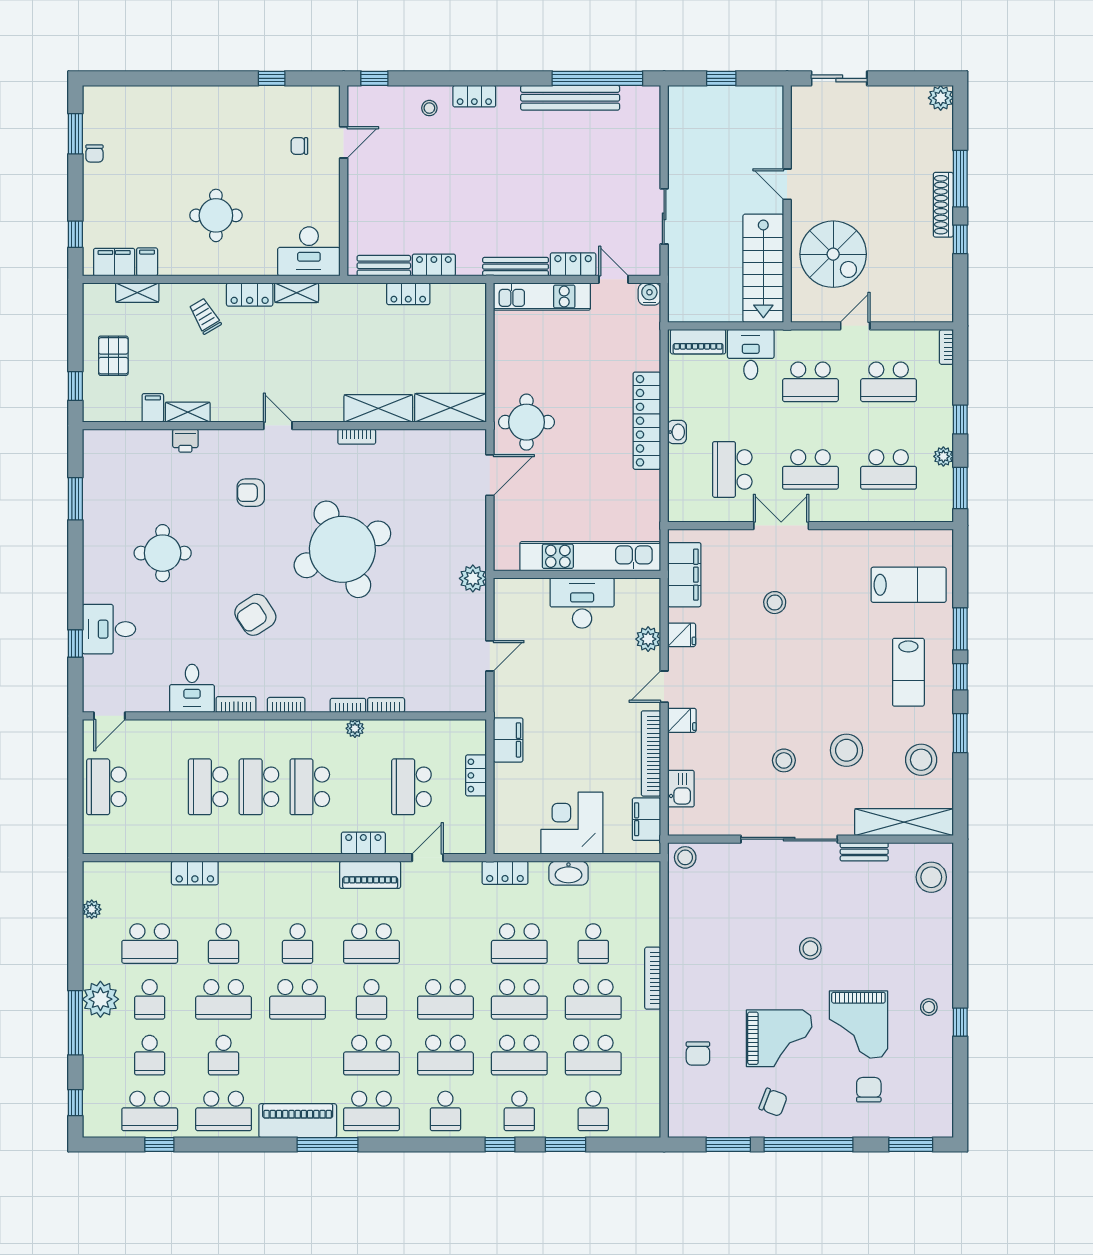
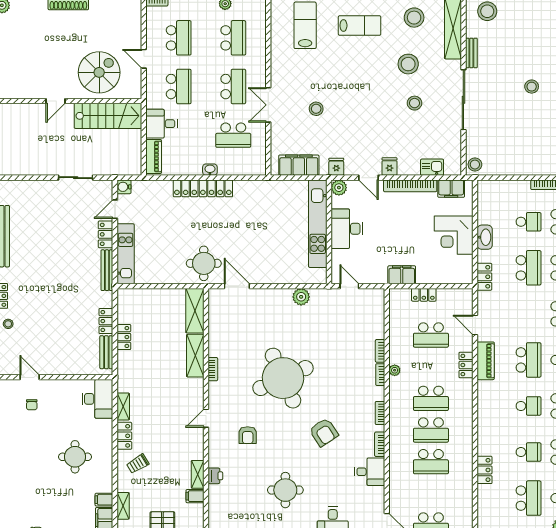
kitchen unit: (590, 556) -> (318, 224), moved
wall: (577, 574) -> (329, 232), moved
desk: (582, 603) -> (347, 229), moved

